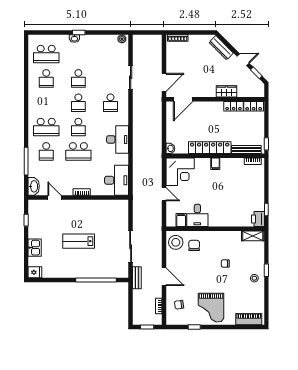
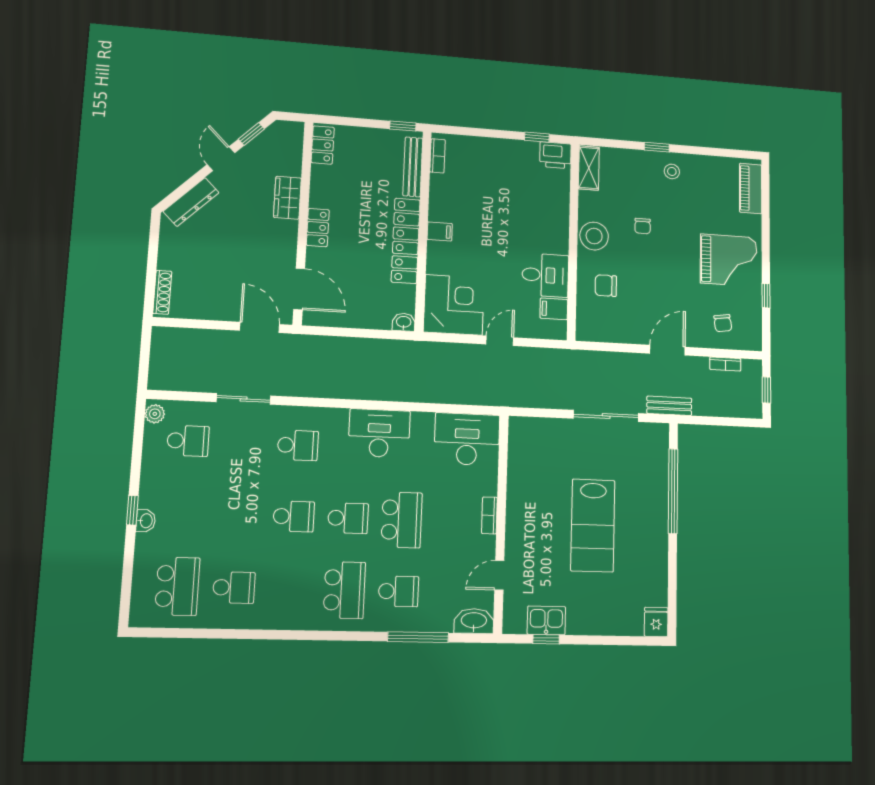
school desk: (78, 78) -> (188, 441), moved
locker: (234, 106) -> (318, 228), moved
lab bench: (79, 241) -> (593, 525), width x1.36, depth x1.39
stool: (176, 242) -> (594, 236), moved
kitchen sink: (35, 248) -> (546, 620), moved

